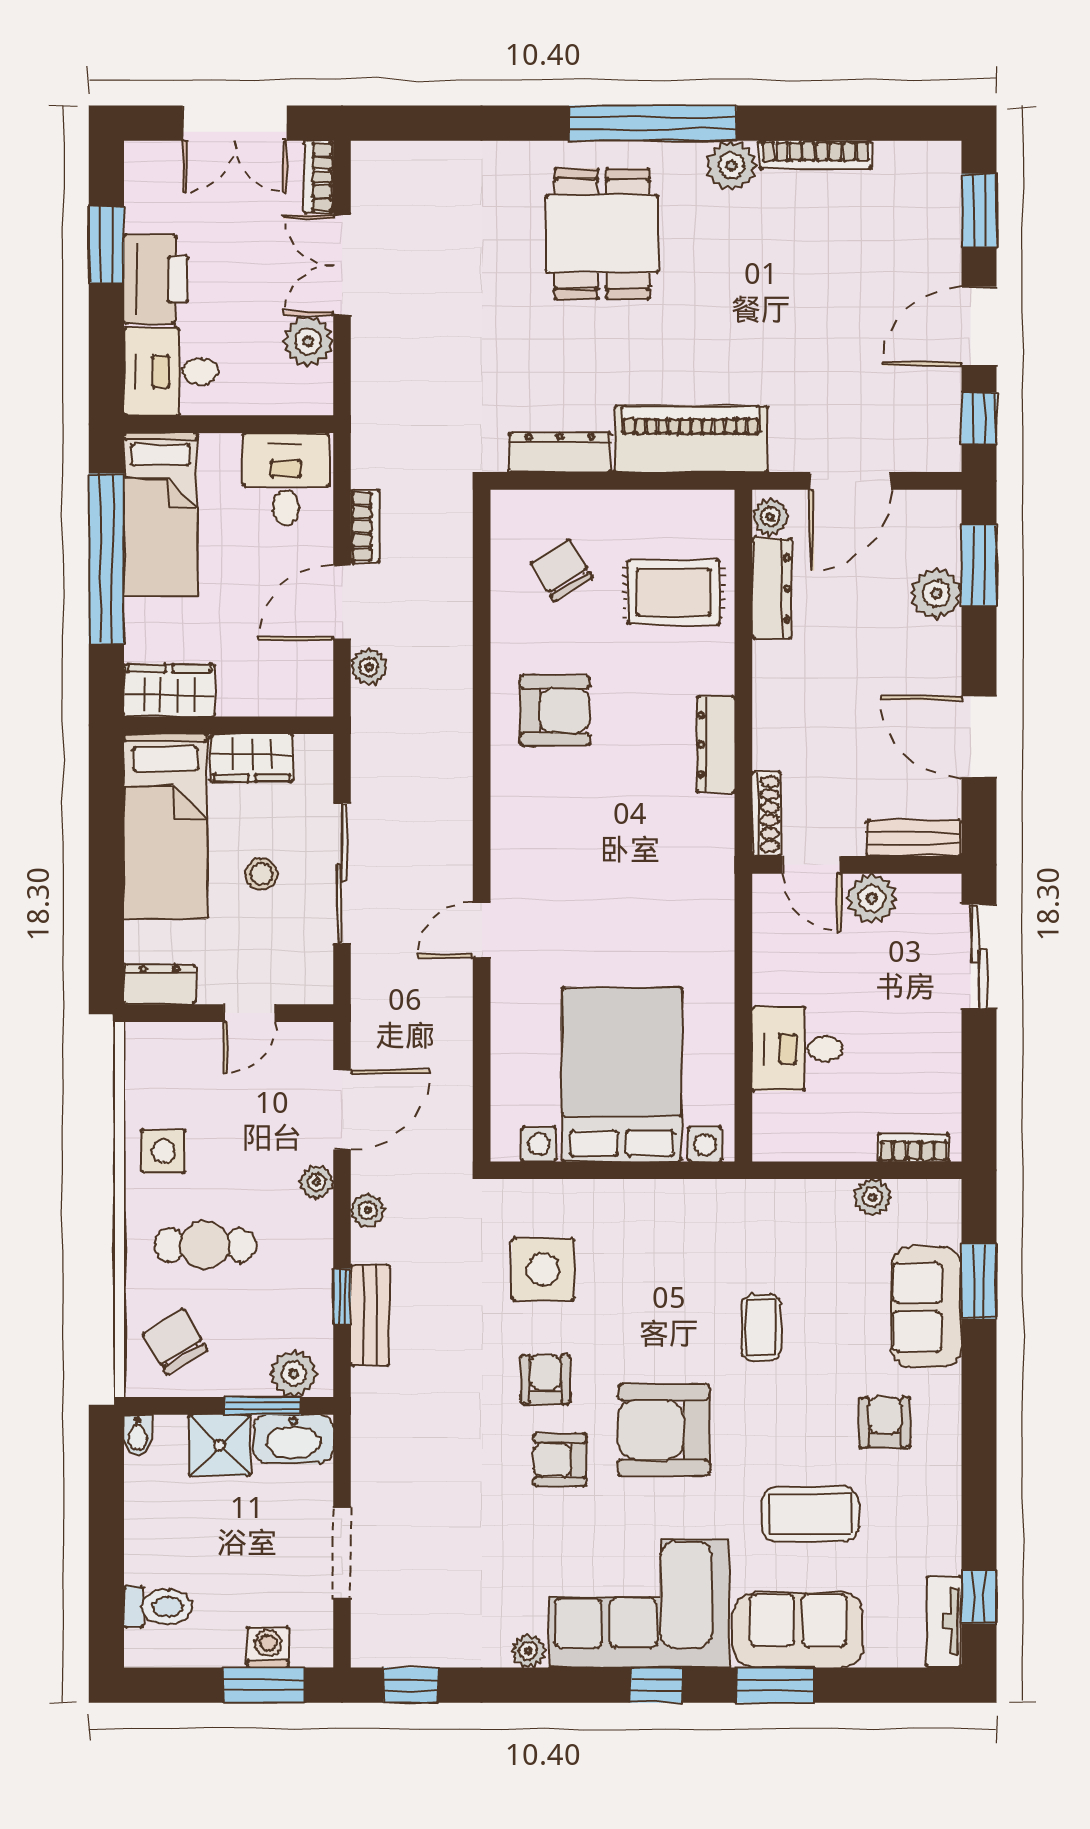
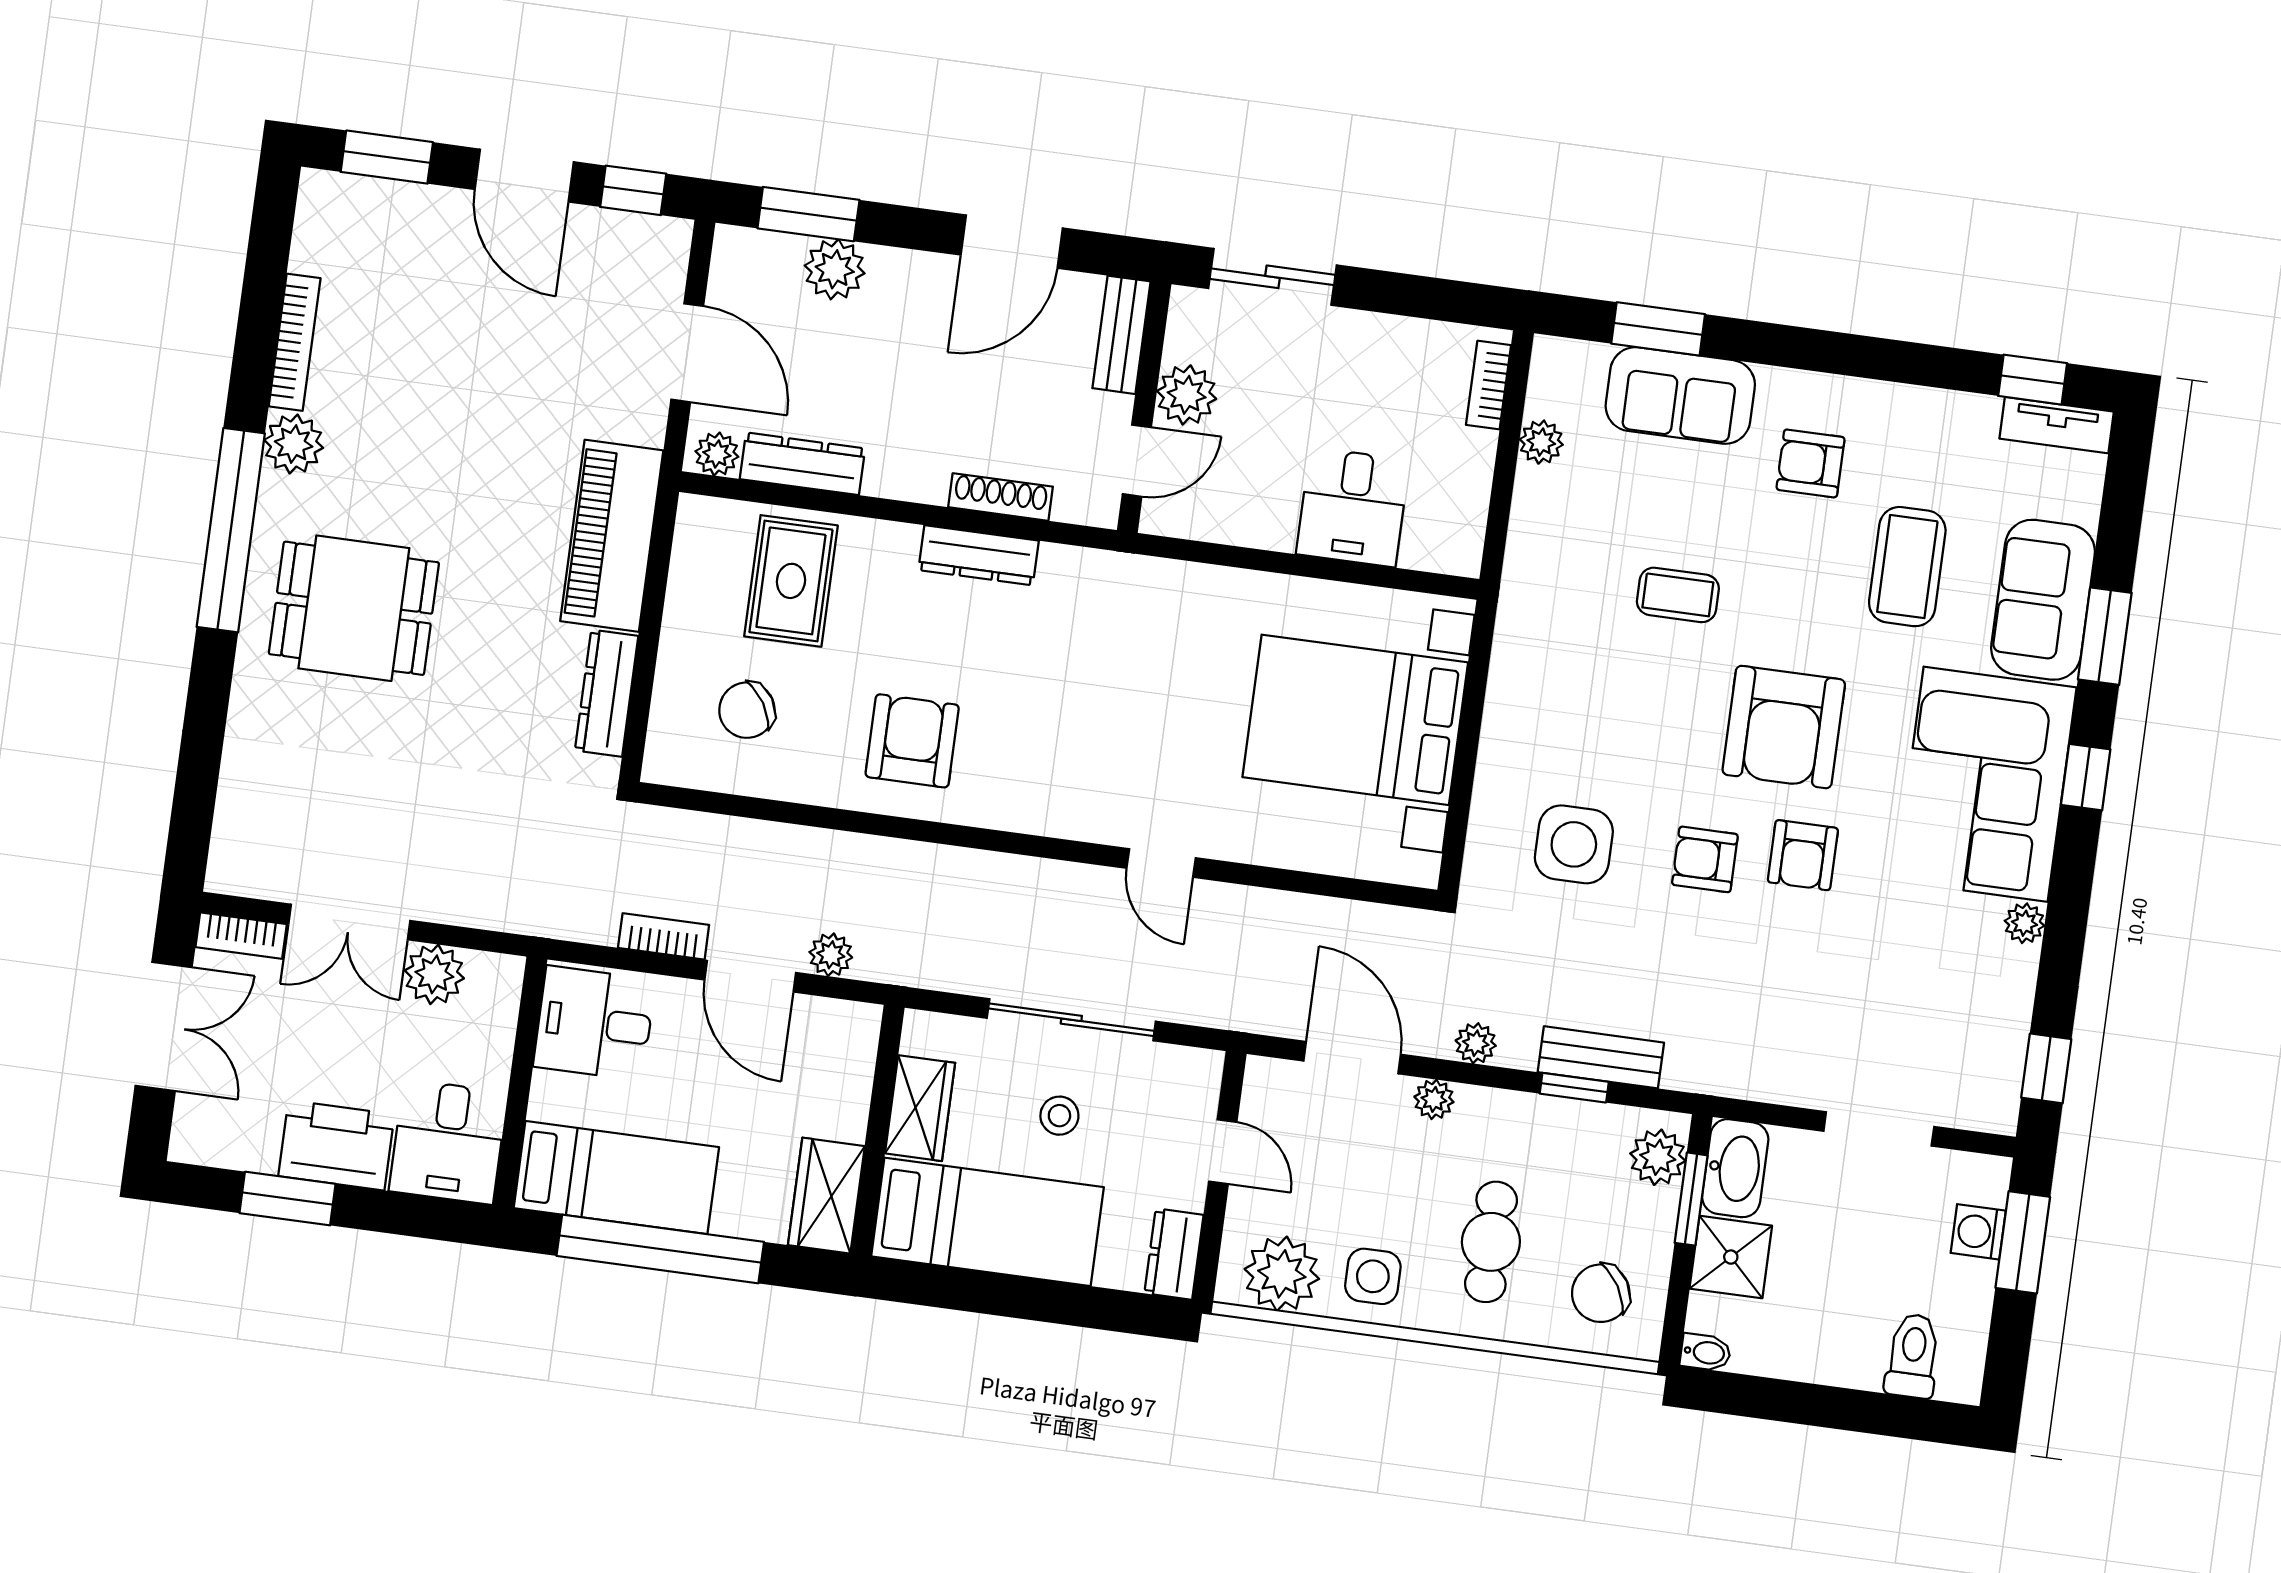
shoe rack: (766, 814) -> (1001, 497), moved
plant: (155, 1076) -> (1282, 1274), added

